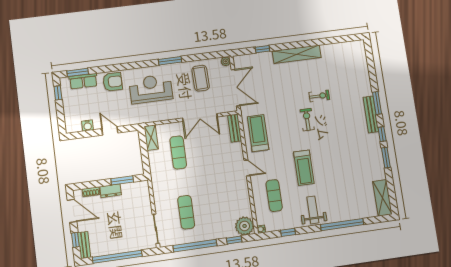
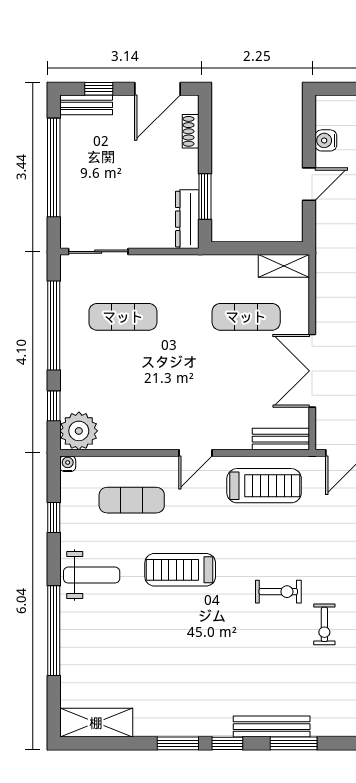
dresser: (111, 191) -> (187, 219), moved, width x1.44

